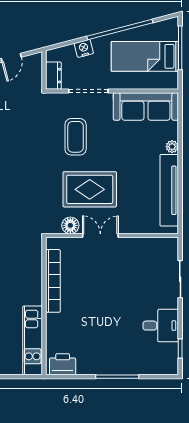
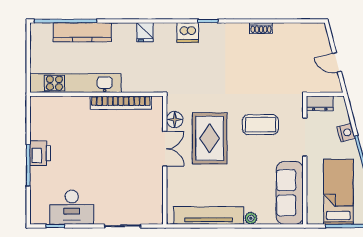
desk: (161, 326) -> (72, 207), width x1.37
kitchen unit: (33, 340) -> (75, 83), width x1.36
printer: (63, 364) -> (40, 153), moved

